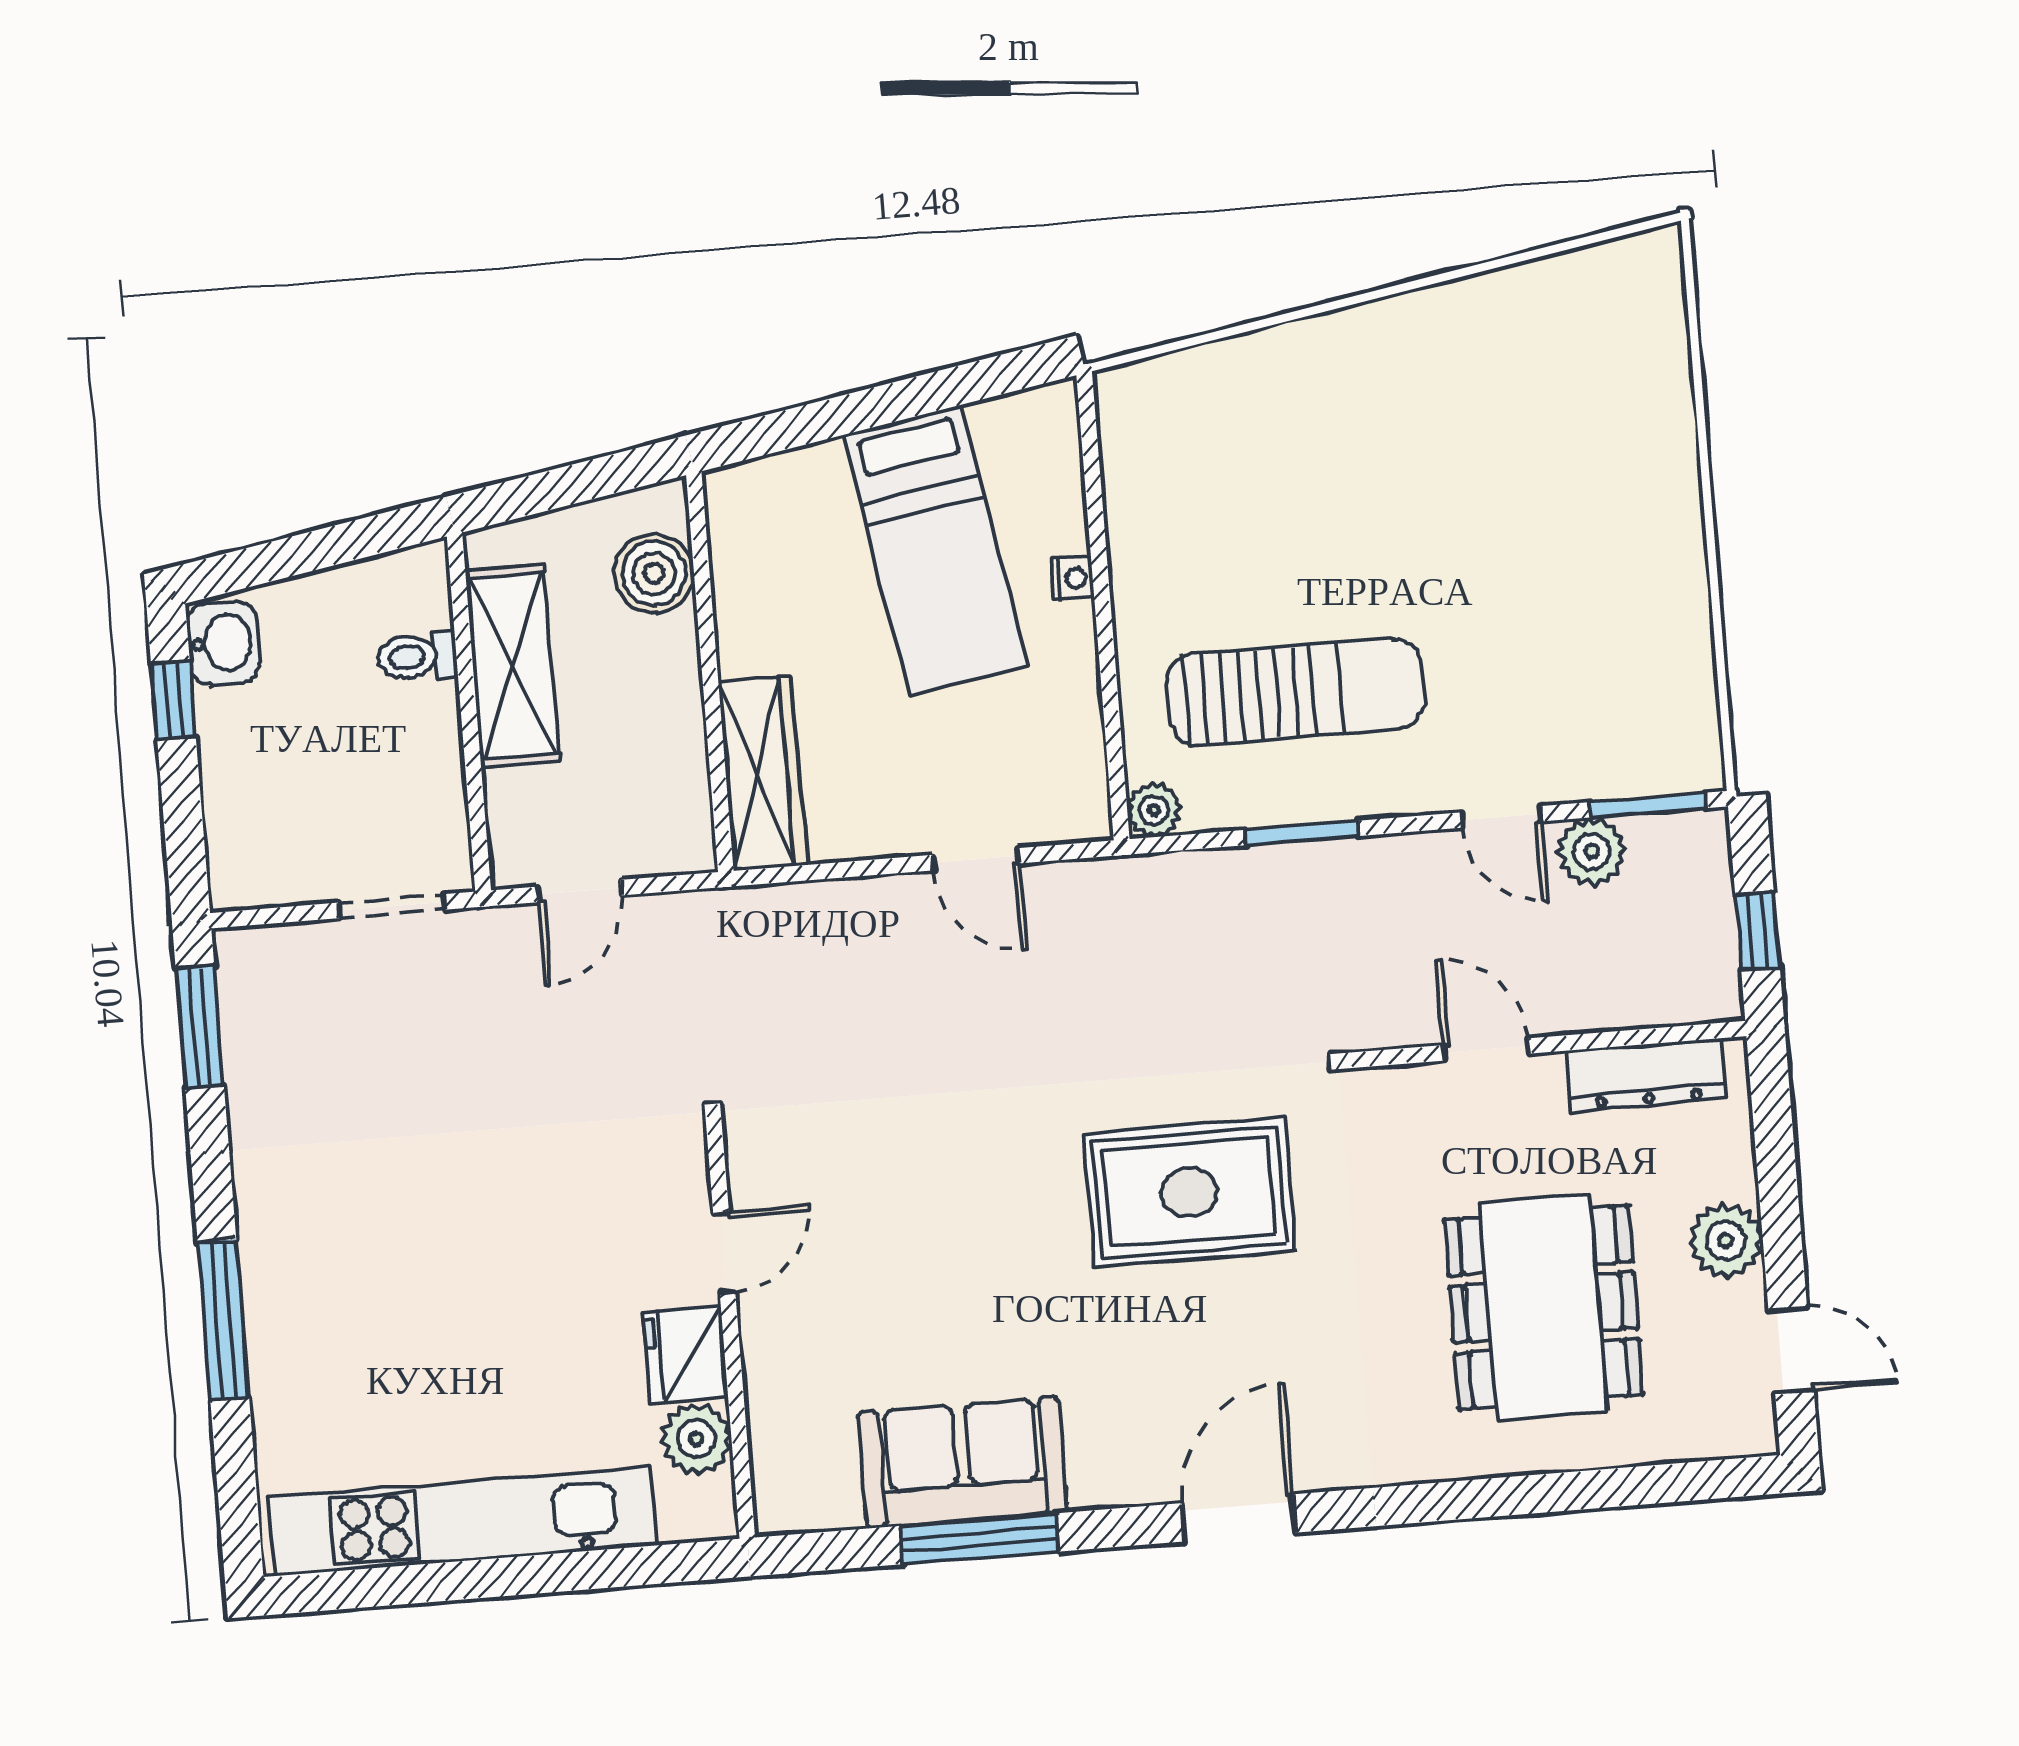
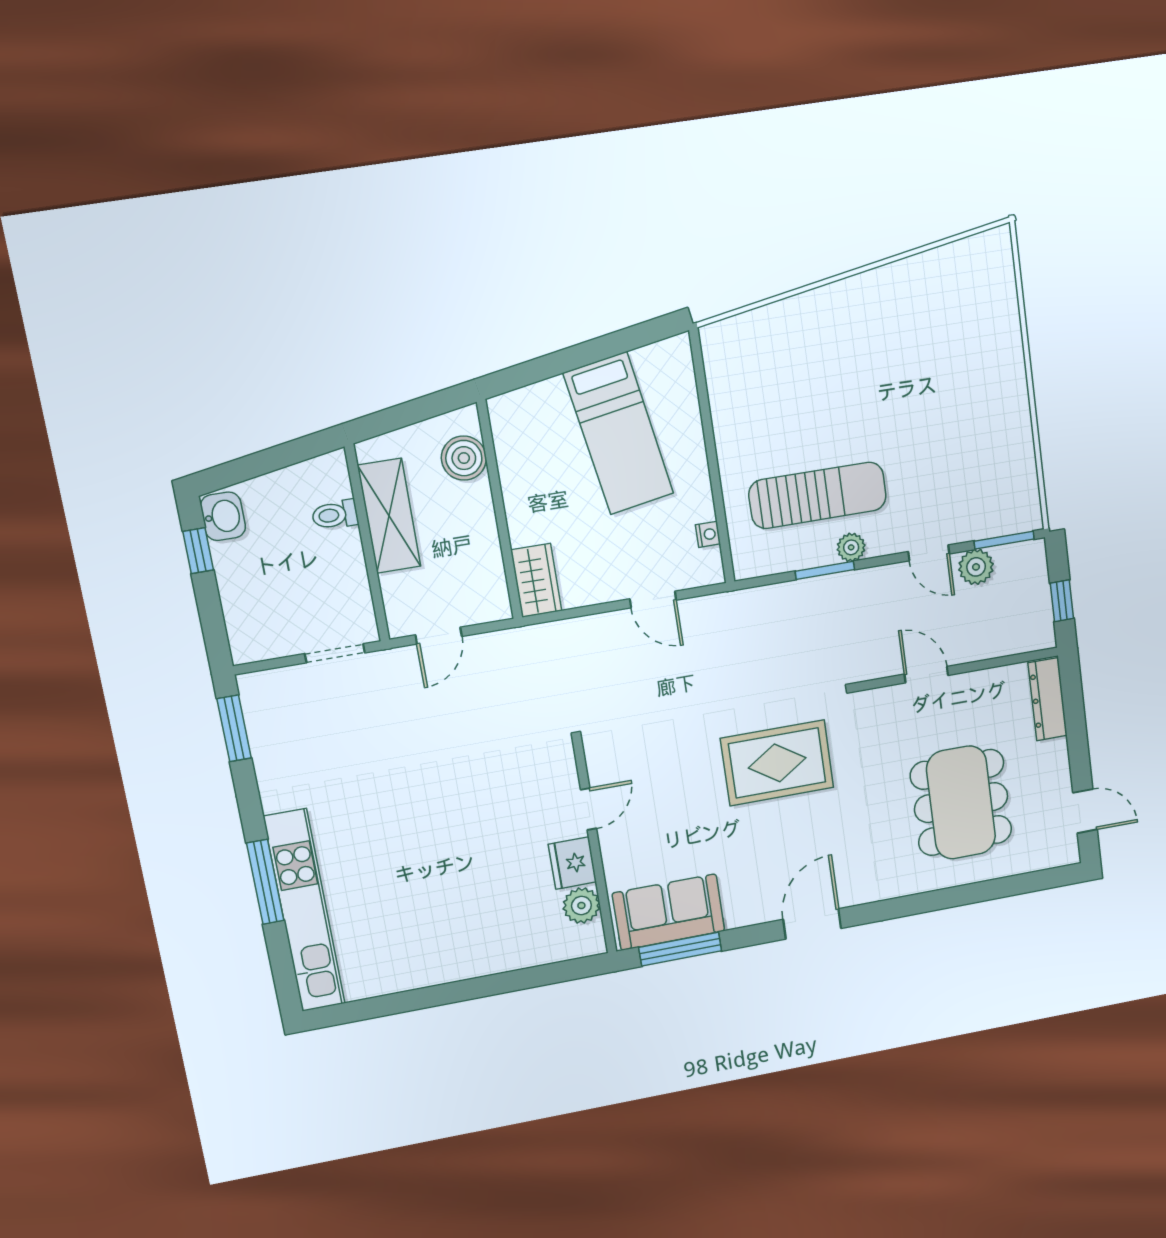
nightstand: (1073, 578) -> (708, 534), moved
wardrobe: (762, 774) -> (536, 580), width x0.67
plant: (1154, 810) -> (851, 547), moved
dresser: (1647, 1075) -> (1048, 699), moved, turned 90
plant: (1726, 1240) -> (1051, 760), removed
door: (724, 1253) -> (589, 809), moved
wall: (730, 1329) -> (595, 848), moved
fridge: (686, 1354) -> (572, 863), moved
plant: (696, 1439) -> (581, 906), moved
kitchen unit: (462, 1521) -> (304, 911), moved, turned 90

